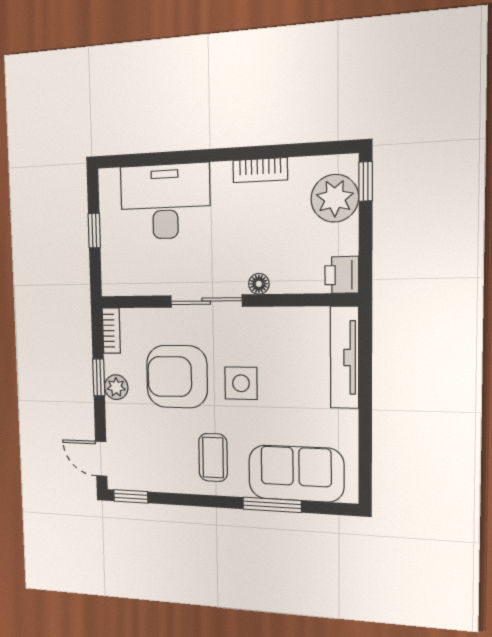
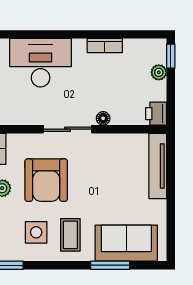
plant: (335, 198) -> (159, 72), width x0.53, depth x0.53
armchair: (177, 377) -> (46, 180), turned -90
side table: (241, 383) -> (36, 232), moved

